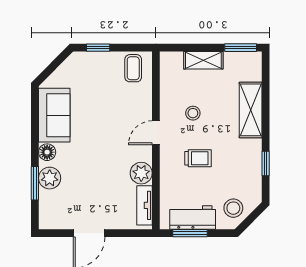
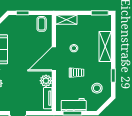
shelving: (203, 60) -> (66, 20), moved
door: (156, 133) -> (54, 59), width x1.87
stool: (233, 208) -> (97, 88), moved

